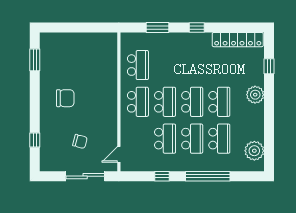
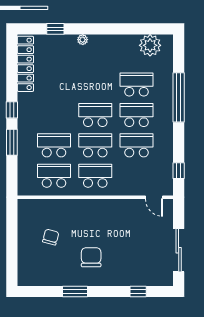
window: (158, 28) -> (12, 142), moved
window: (35, 60) -> (75, 291), moved
plant: (255, 95) -> (83, 40), width x0.53, depth x0.53
school desk: (219, 102) -> (54, 145), moved
chair: (80, 141) -> (51, 237), moved
sliding door: (85, 176) -> (179, 250), moved
window: (162, 176) -> (179, 171), moved

